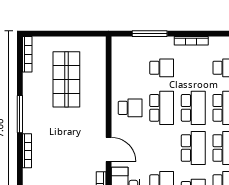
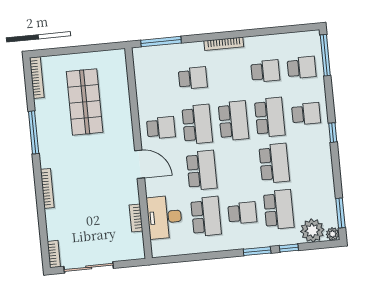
window: (150, 34) -> (161, 42), moved
window: (20, 114) -> (34, 132), moved
school desk: (193, 148) -> (202, 170), moved
door: (109, 149) -> (140, 164), moved

